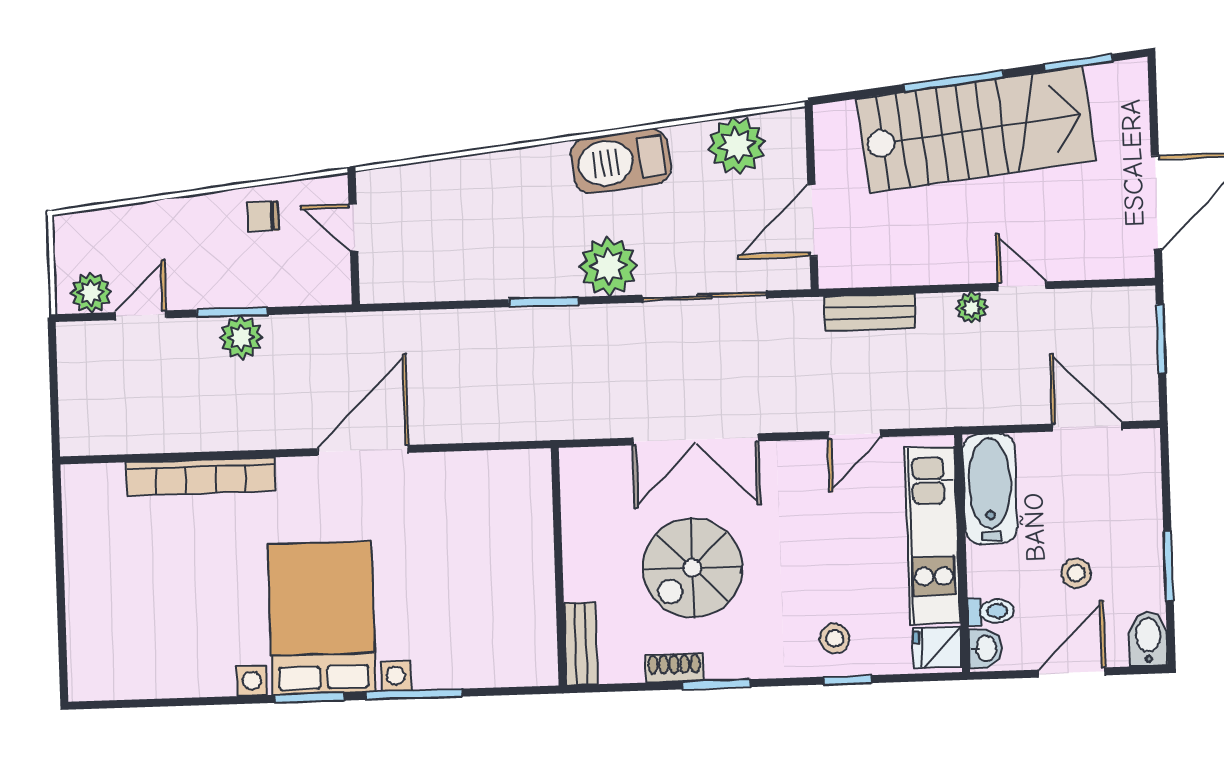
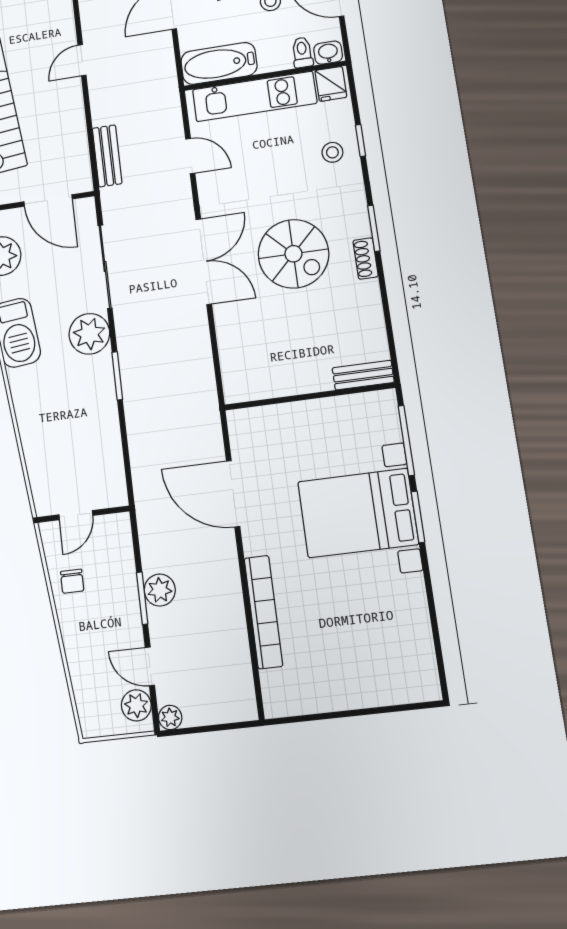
plant: (972, 308) -> (170, 717), moved
wall: (559, 567) -> (309, 396), moved
bench: (581, 644) -> (363, 375), moved

